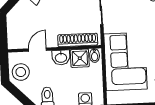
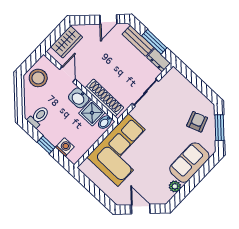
wardrobe: (15, 29) -> (67, 42), added
door: (37, 50) -> (68, 74), hinge flipped

